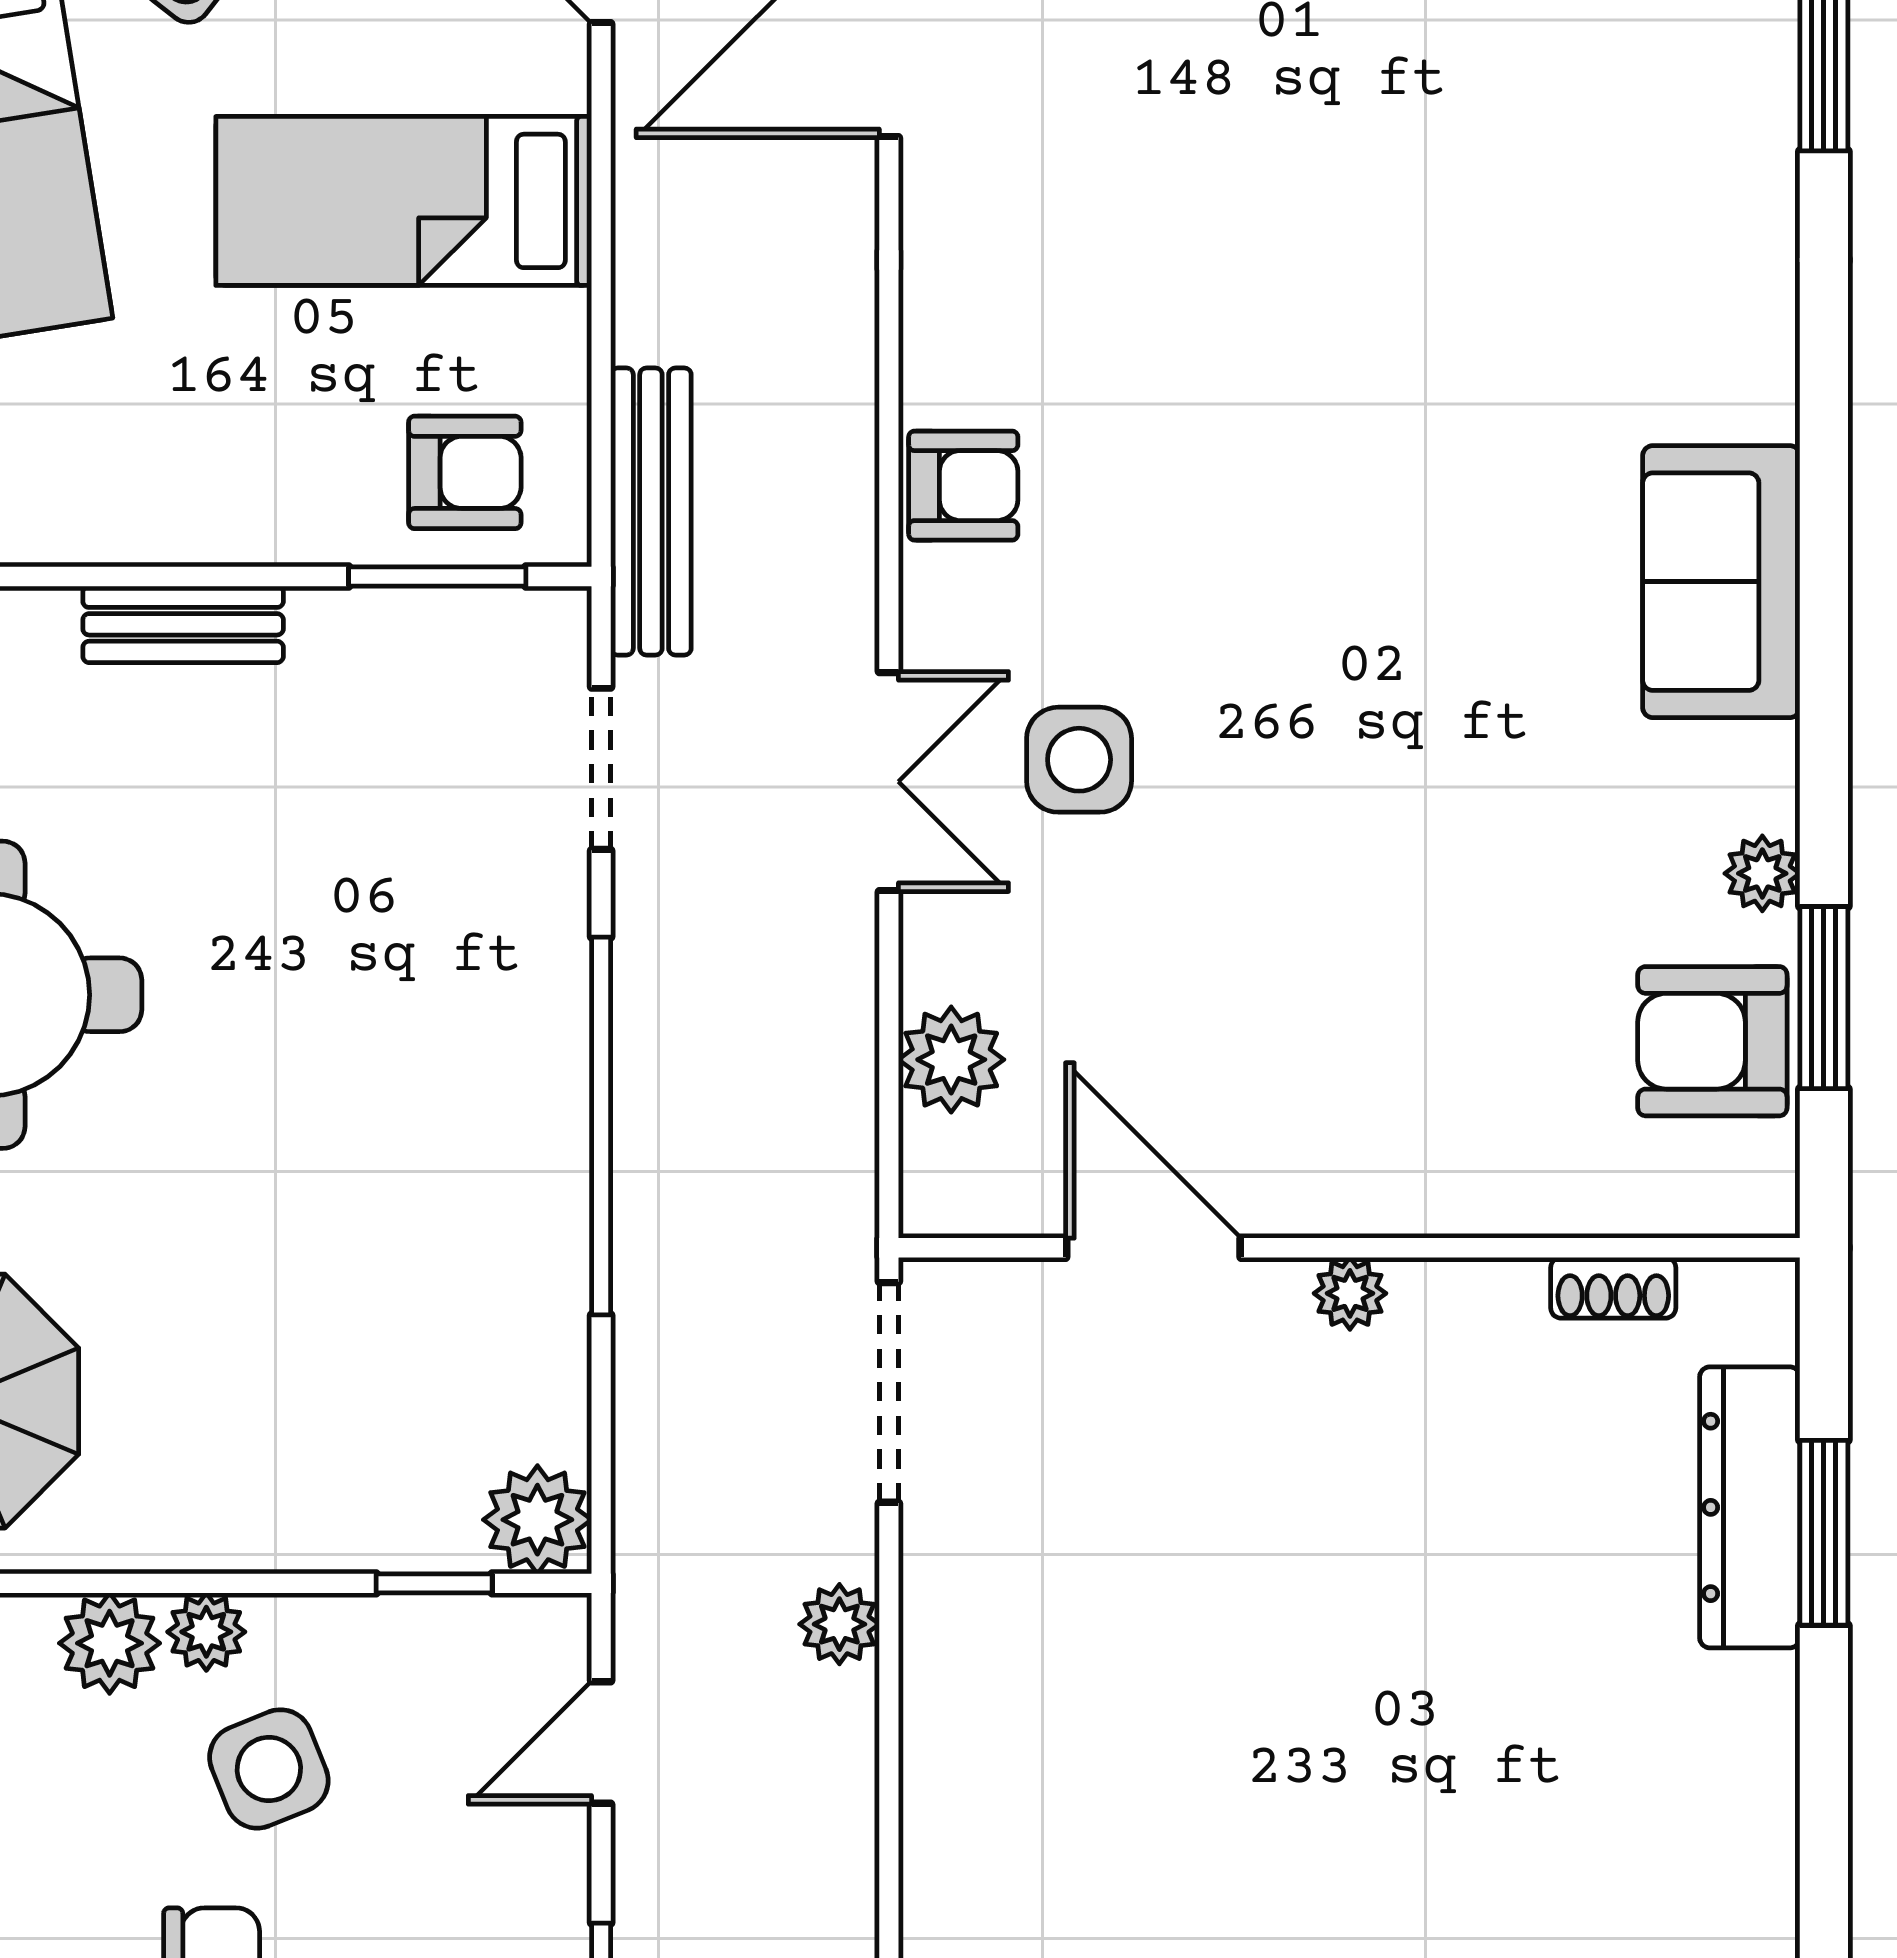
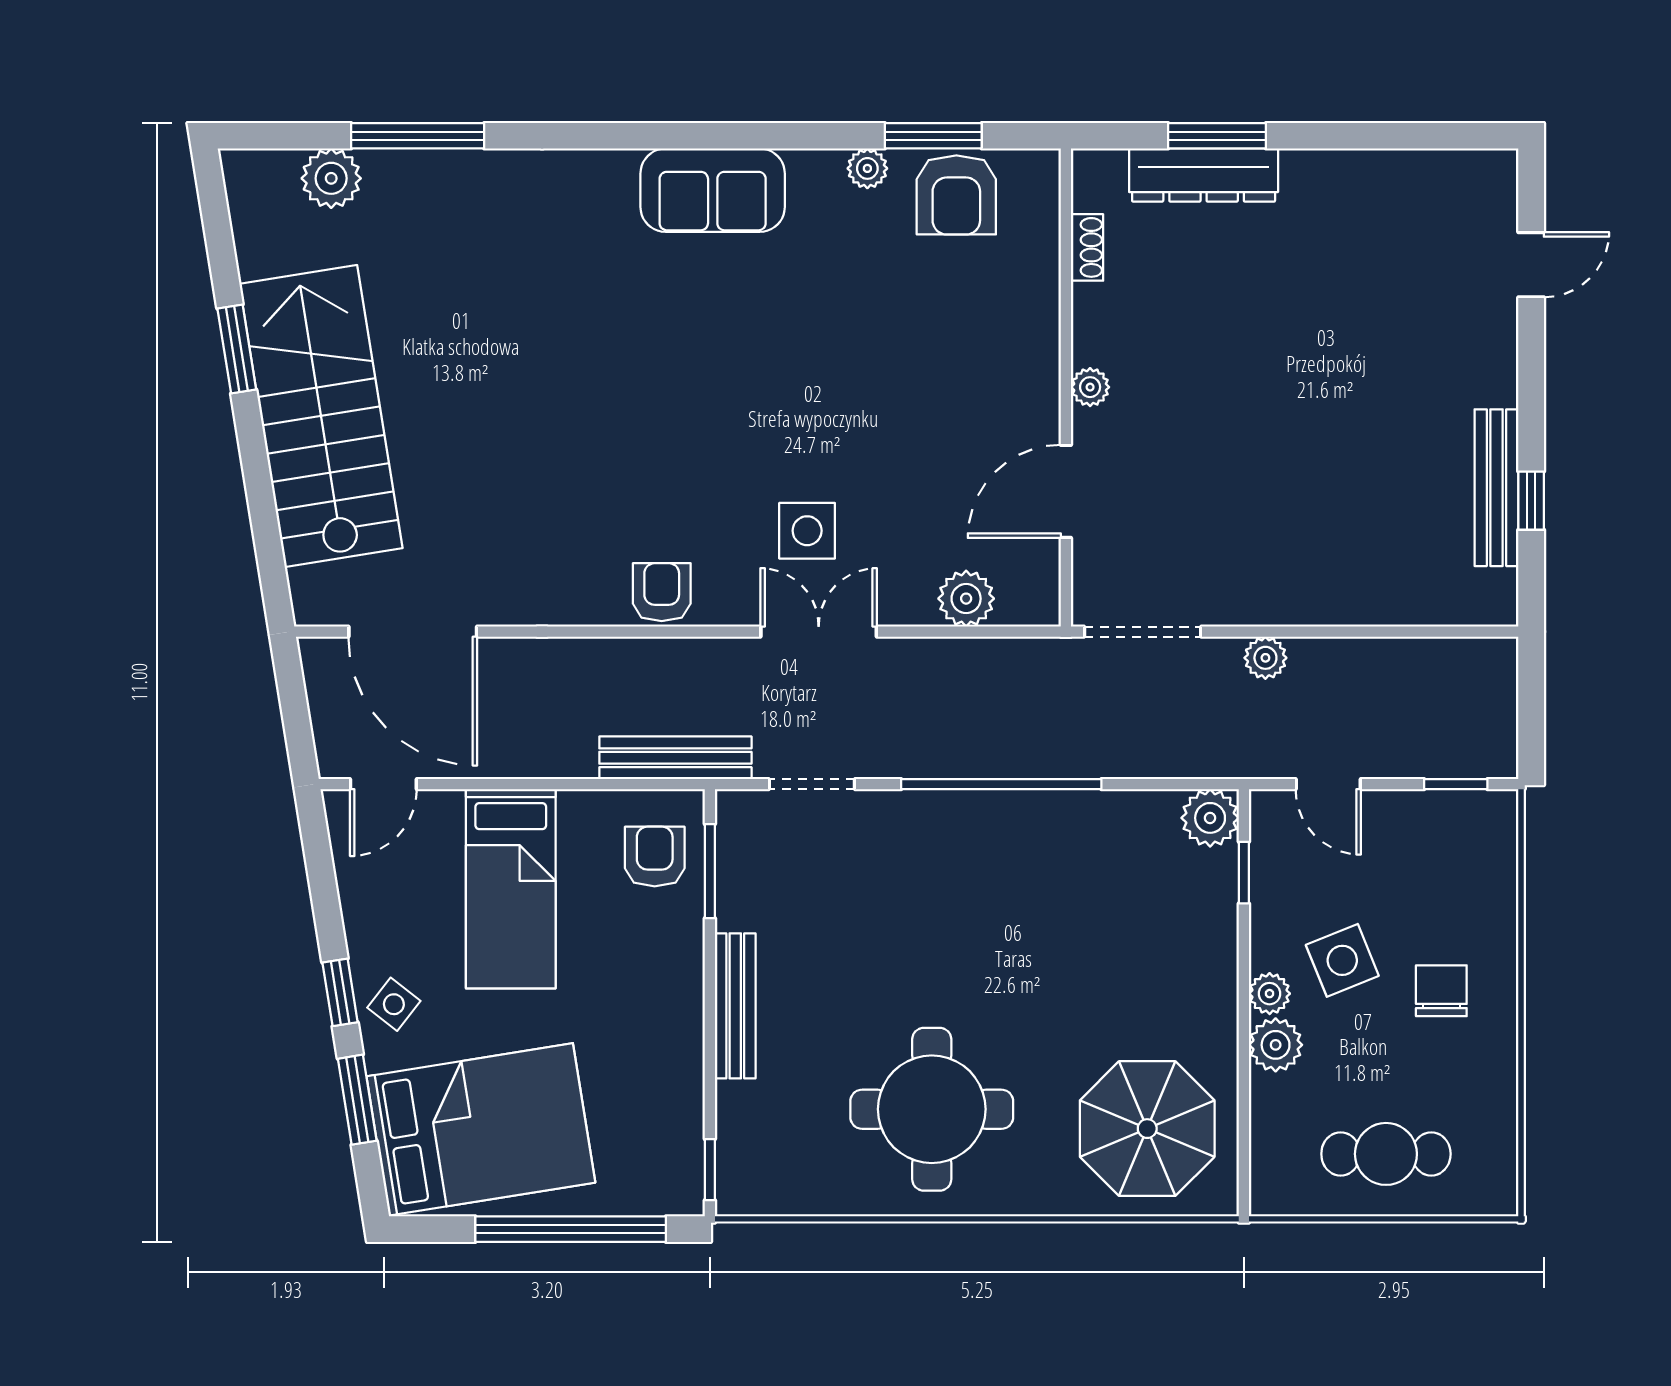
bench: (183, 624) -> (735, 1006), width x1.36

